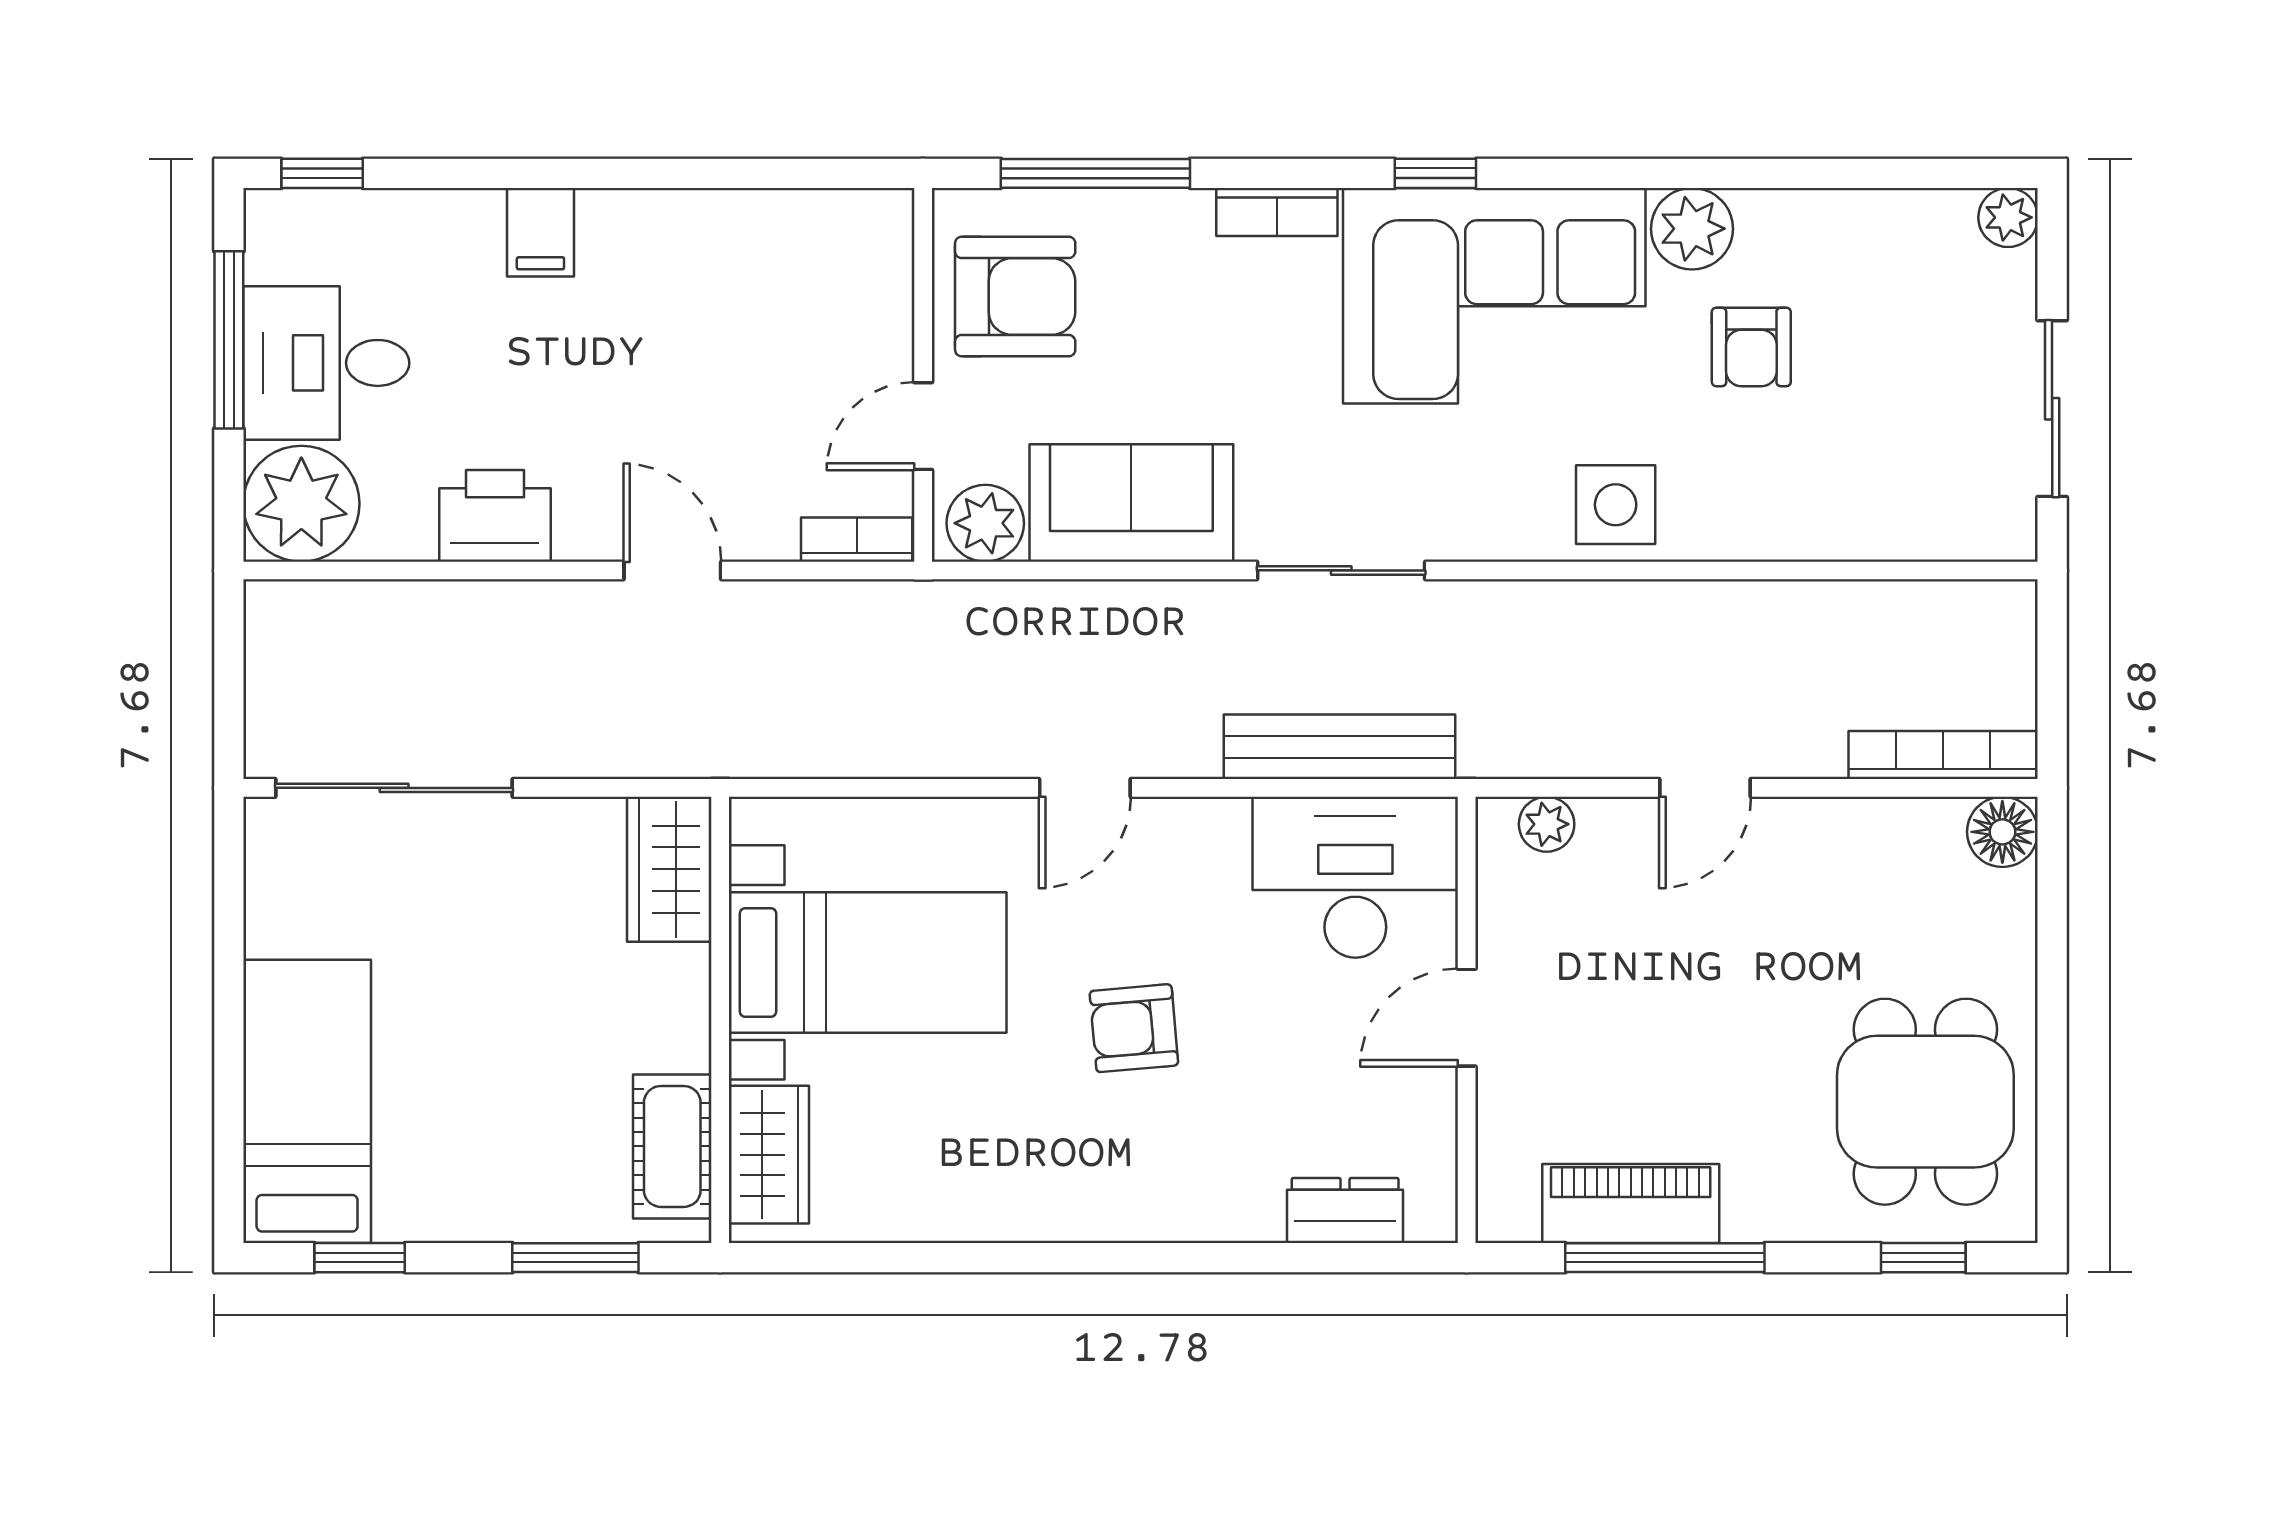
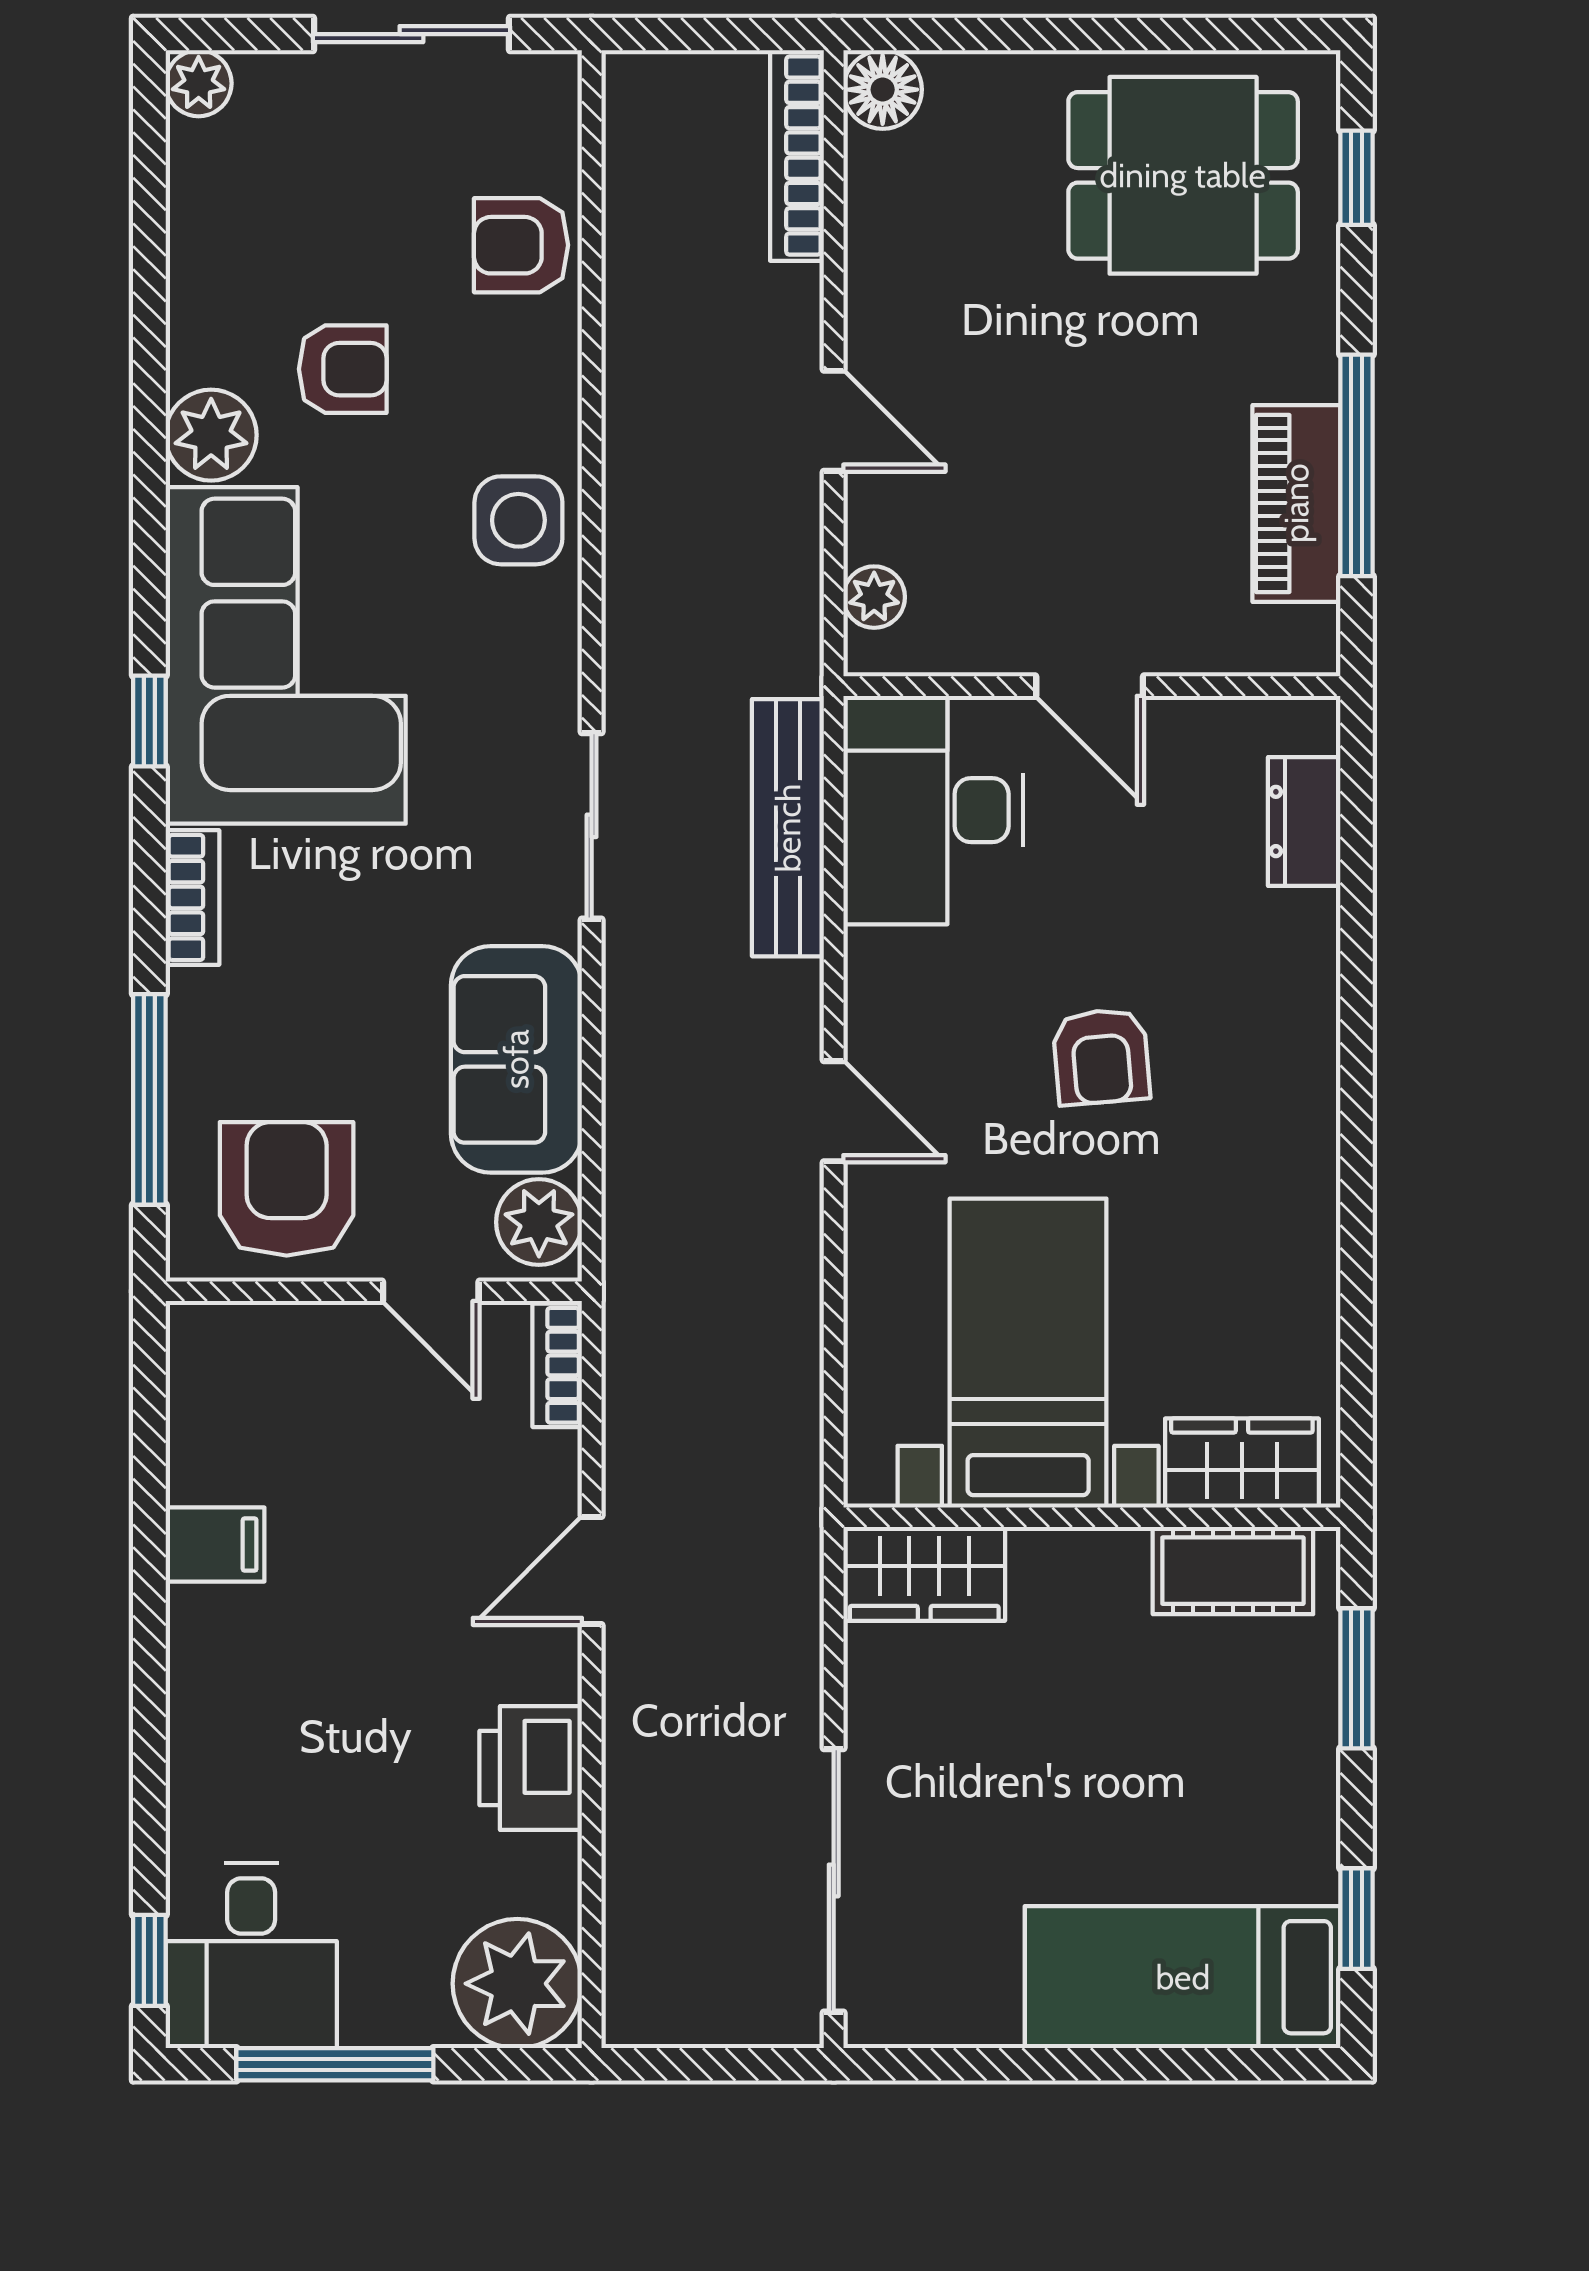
filing cabinet: (540, 232) -> (215, 1545), moved
desk: (326, 363) -> (251, 1956), moved
armchair: (1863, 507) -> (521, 245), added

